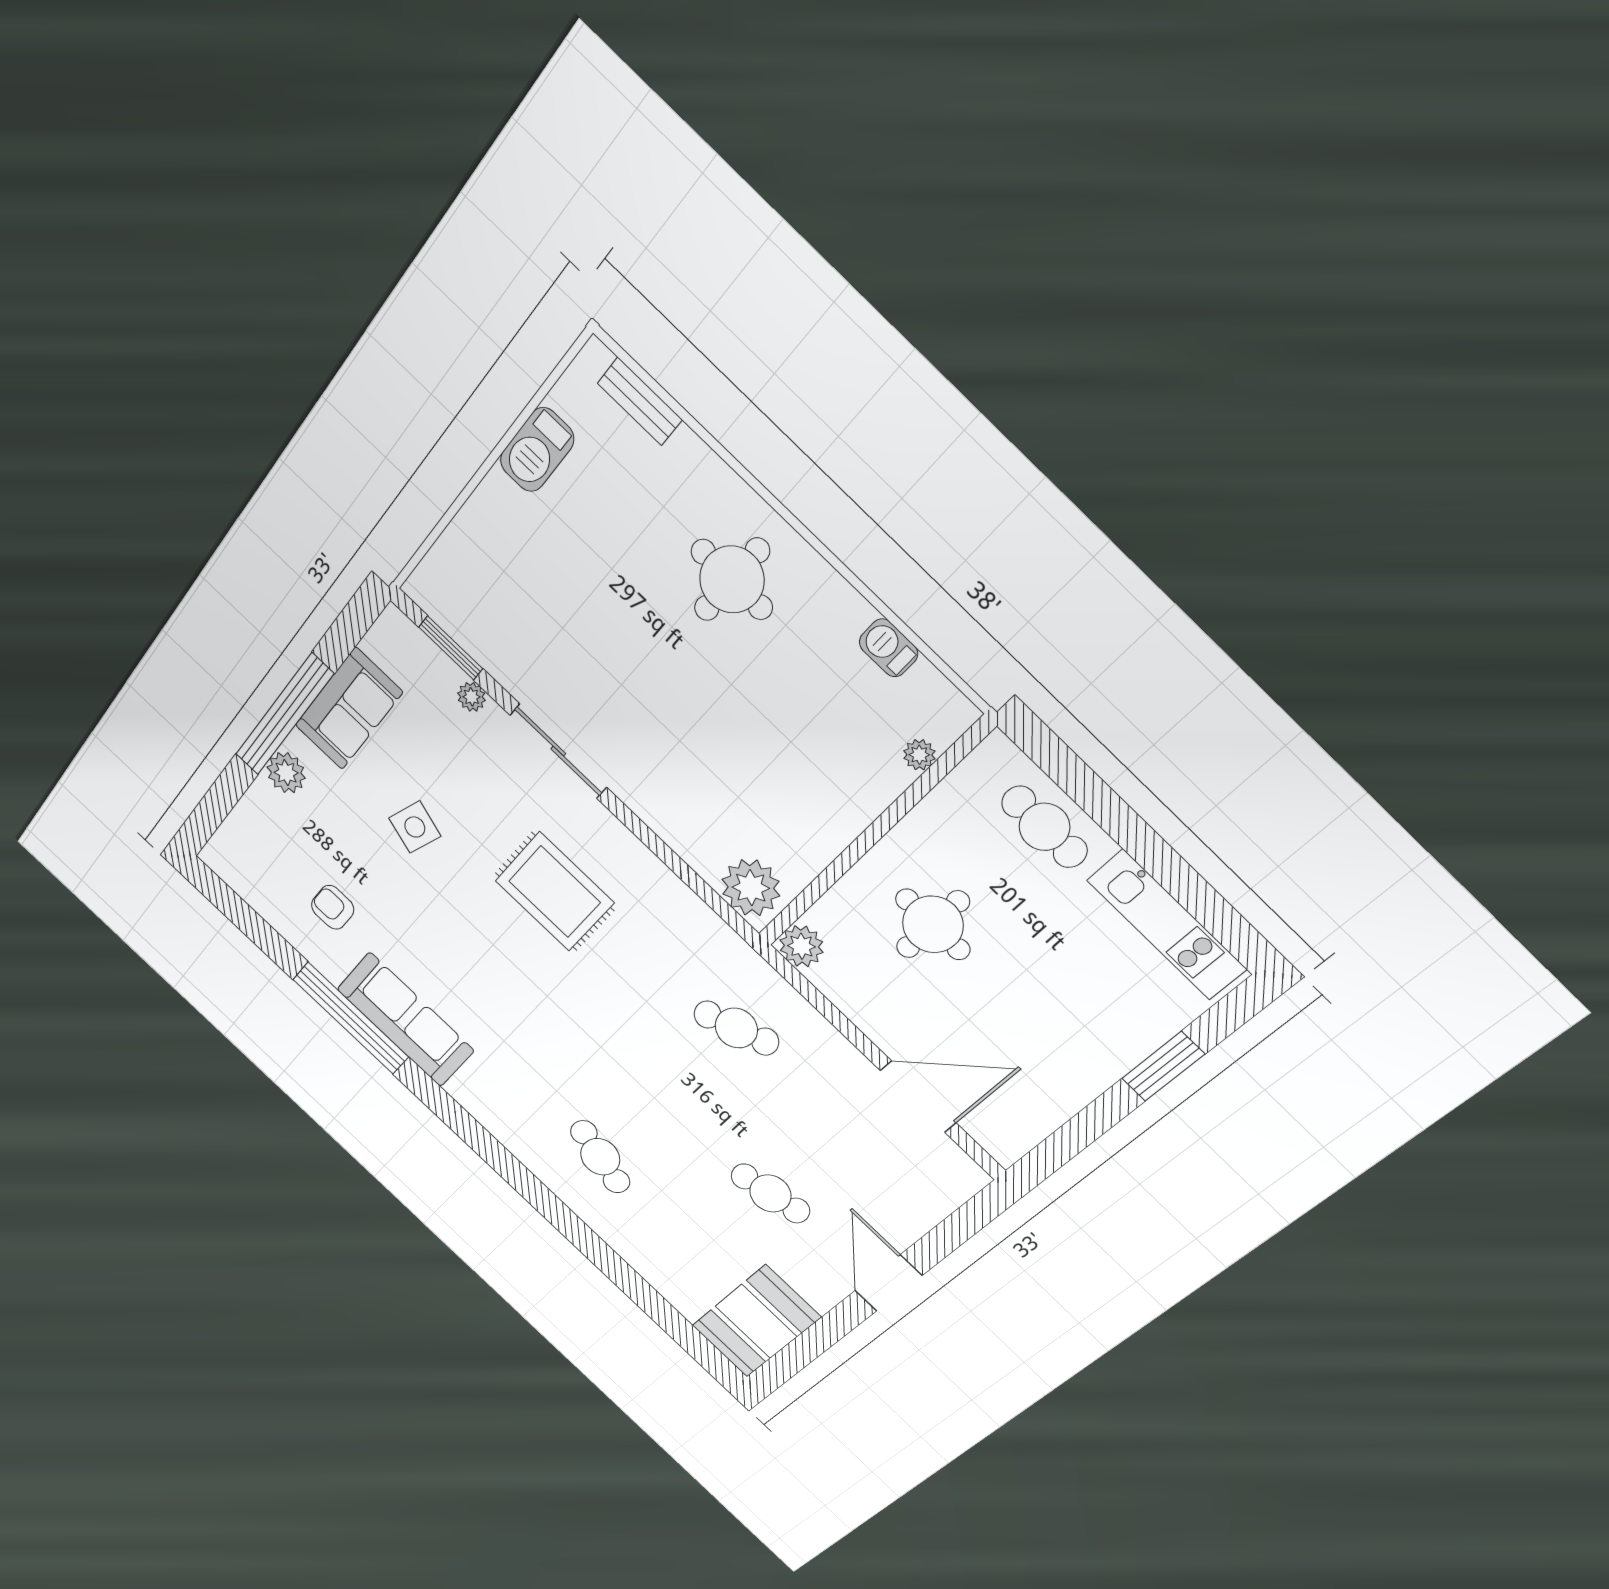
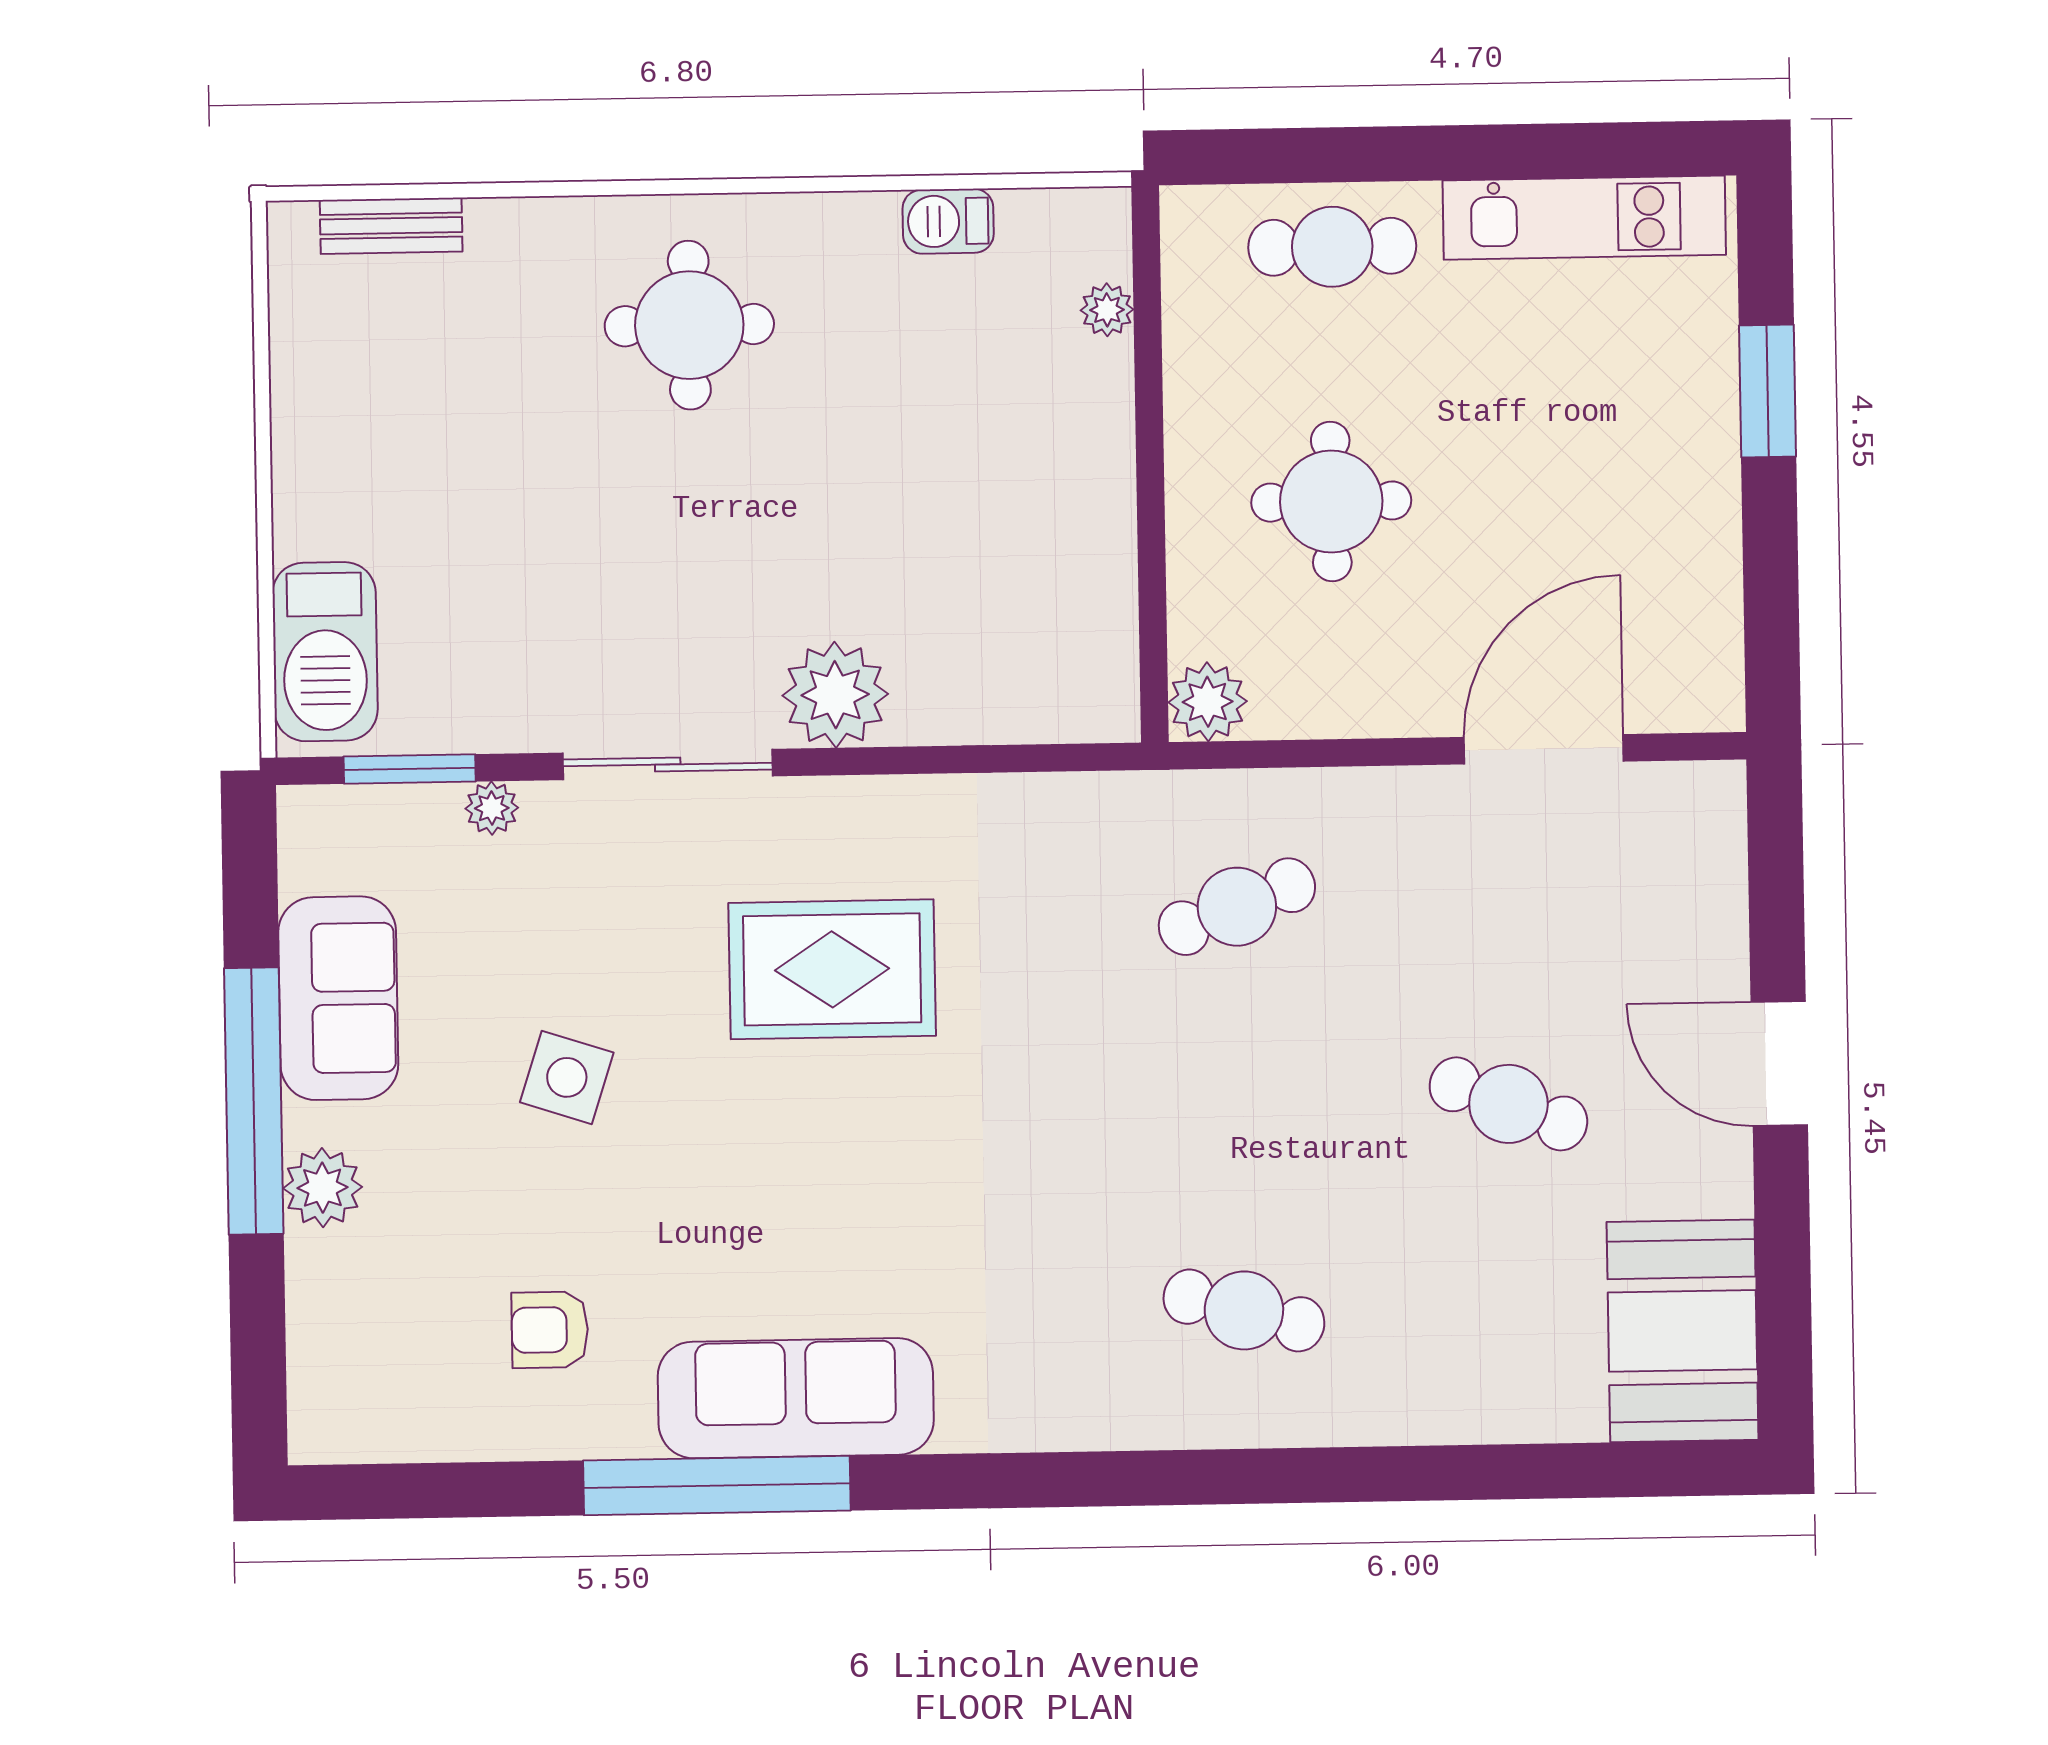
barbecue: (537, 450) -> (325, 652), moved, width x1.37, depth x1.21
plant: (751, 888) -> (835, 695), moved
cafe table: (770, 1193) -> (1508, 1104), turned 33

